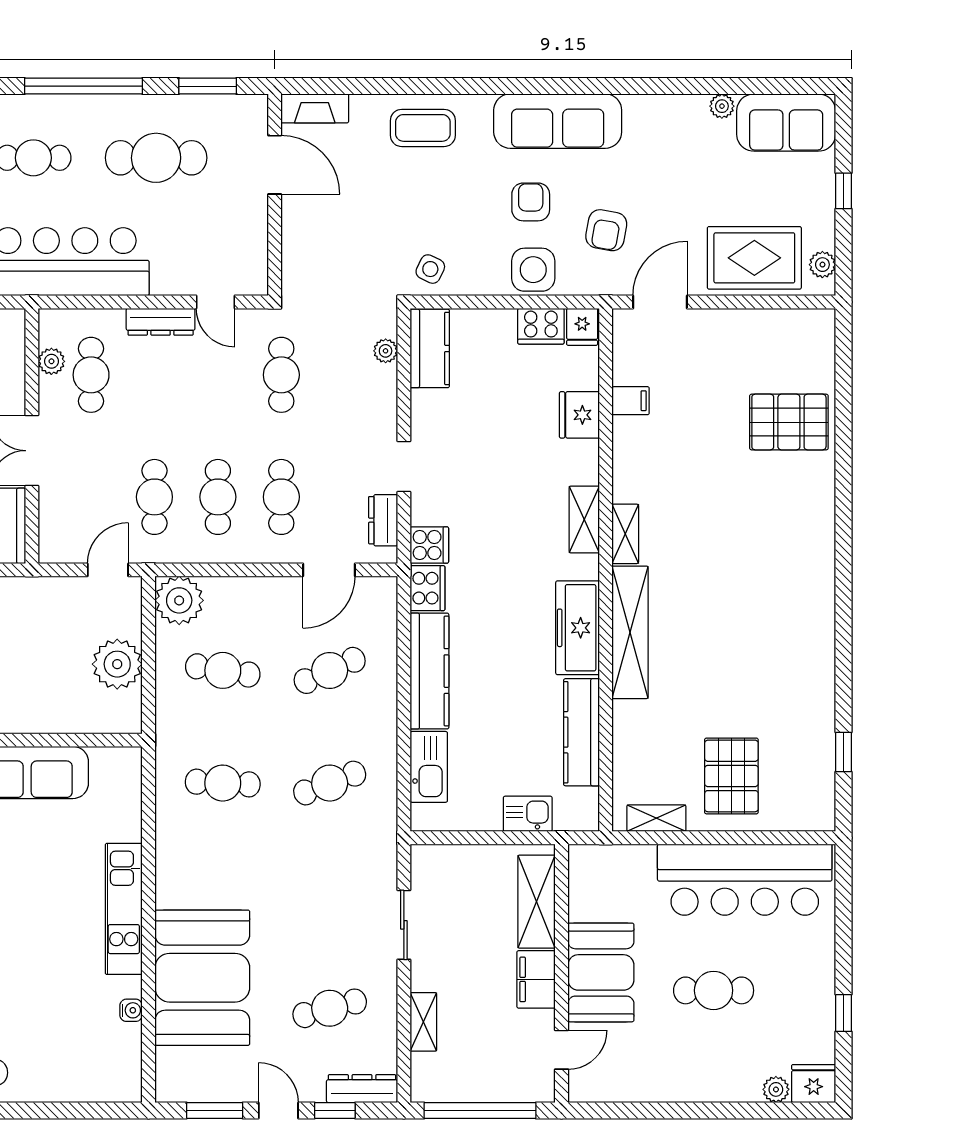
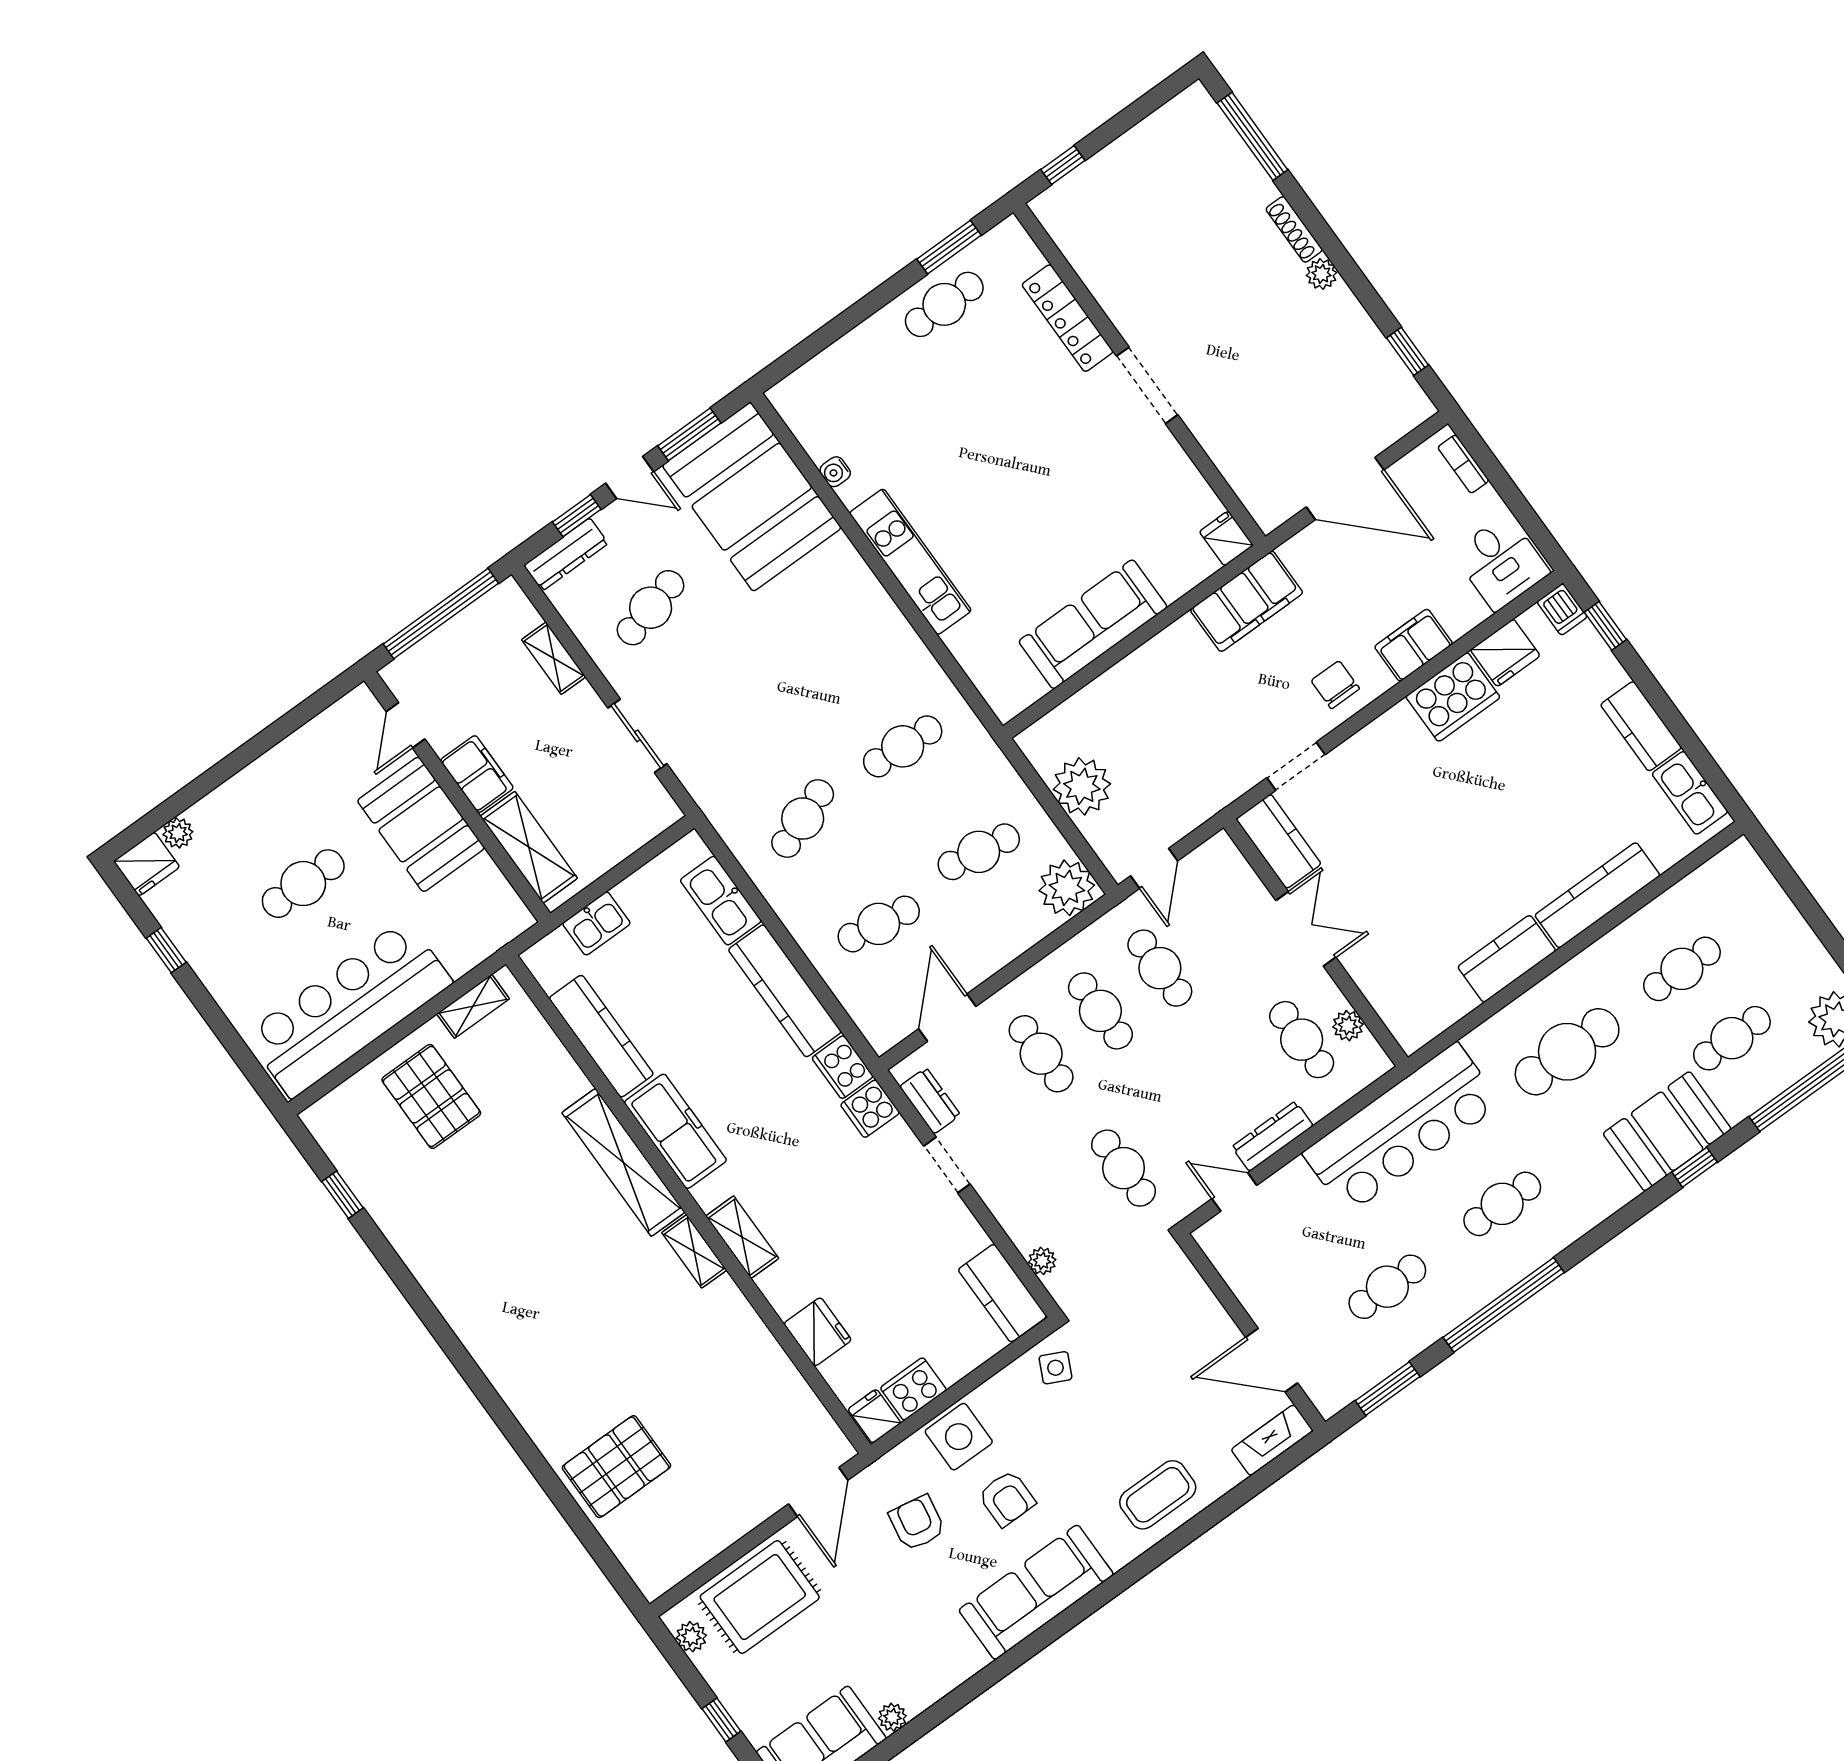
cafe table: (156, 158) -> (1387, 1287), width x0.73, depth x0.74
filing cabinet: (631, 401) -> (779, 1380), removed
cafe table: (330, 670) -> (879, 924), turned 33
booth: (202, 978) -> (752, 497), moved

